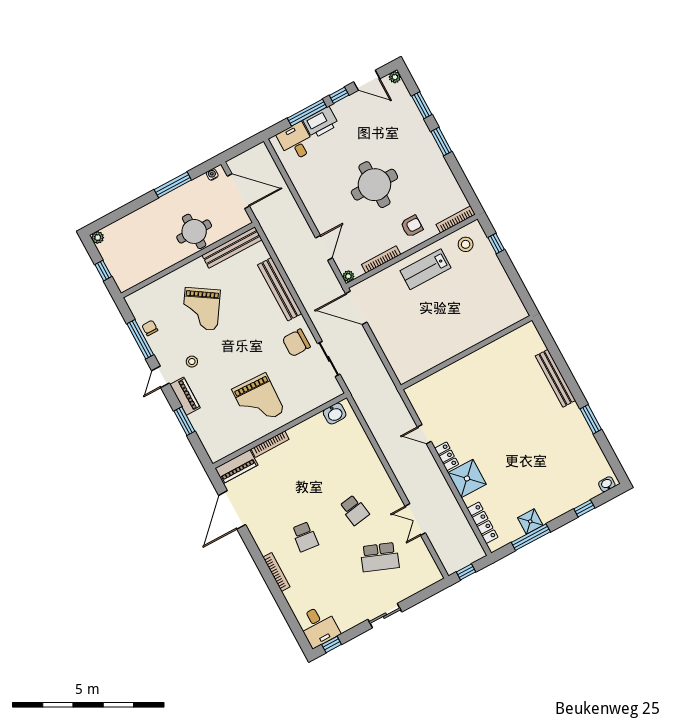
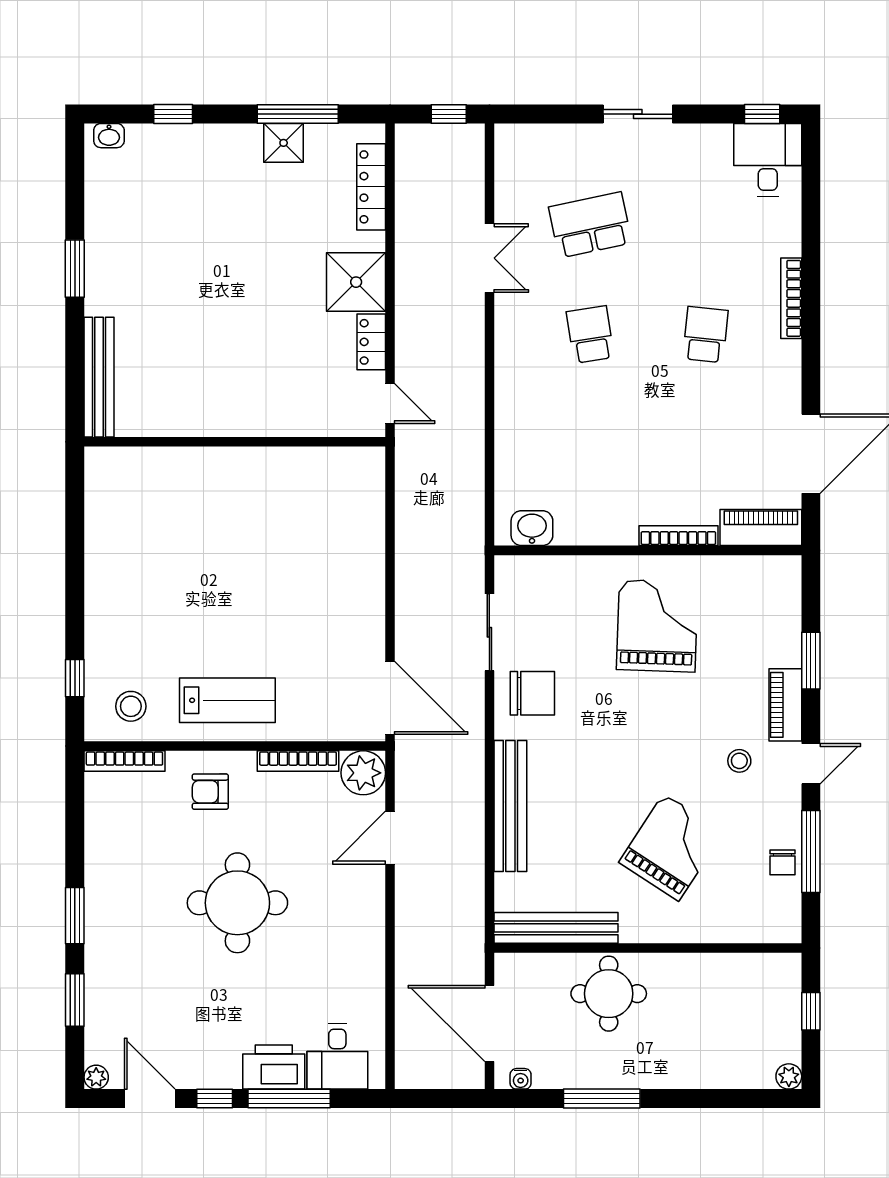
plant: (348, 276) -> (363, 773), width x1.88, depth x1.88
wall: (466, 353) -> (235, 442), moved
school desk: (380, 557) -> (590, 225), turned -33

